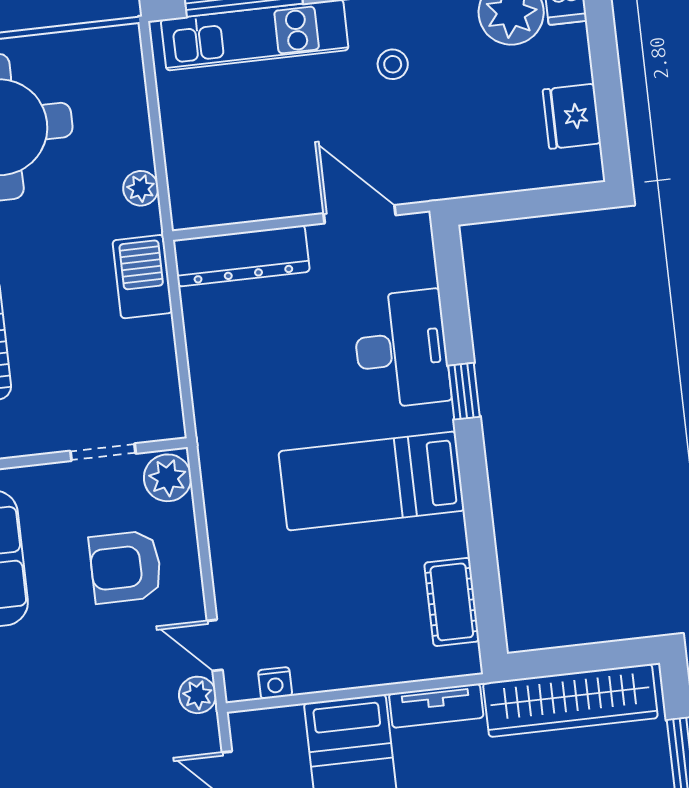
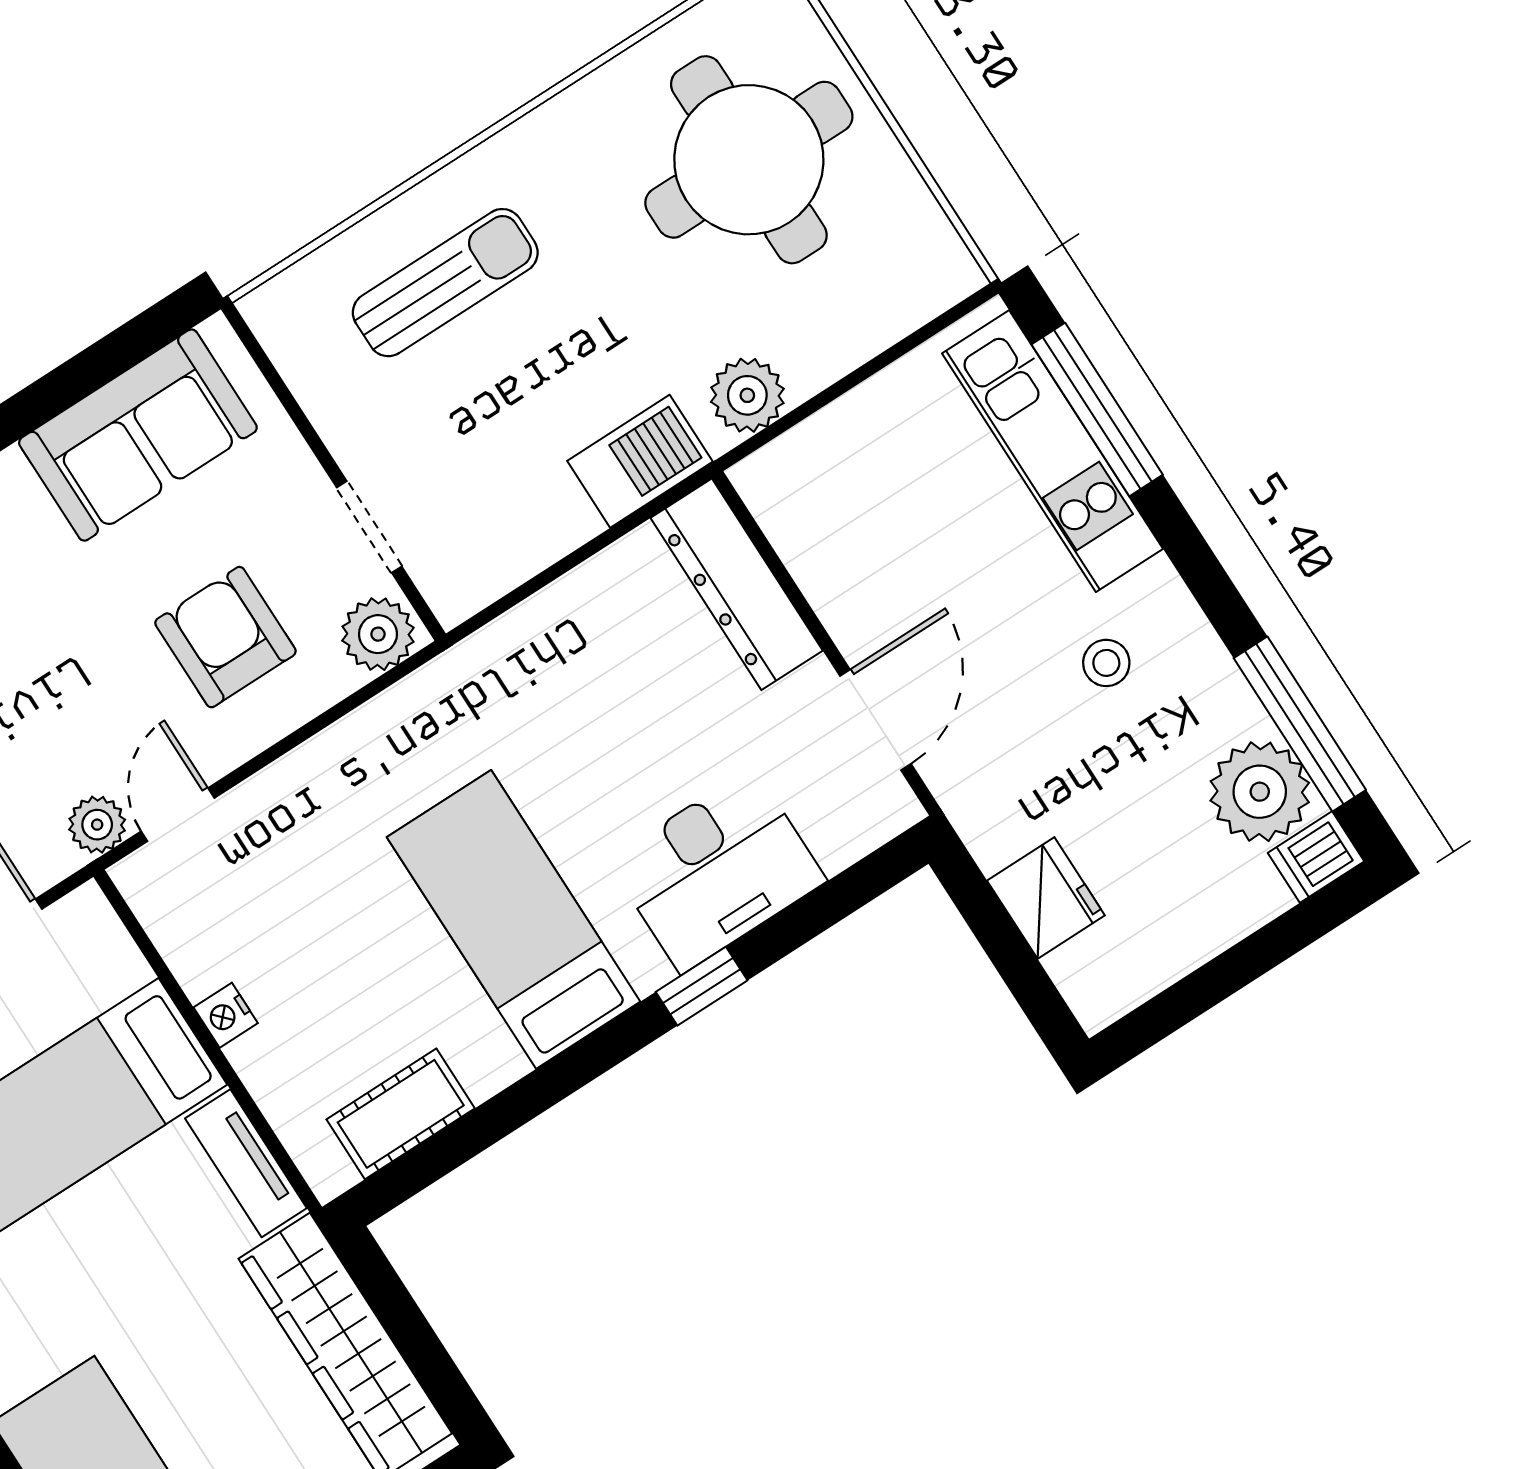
fridge: (572, 116) -> (1046, 898), moved, turned 90
plant: (141, 188) -> (747, 395), width x1.38, depth x1.38
nightstand: (275, 683) -> (226, 1015), moved

